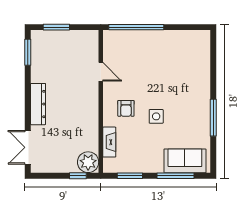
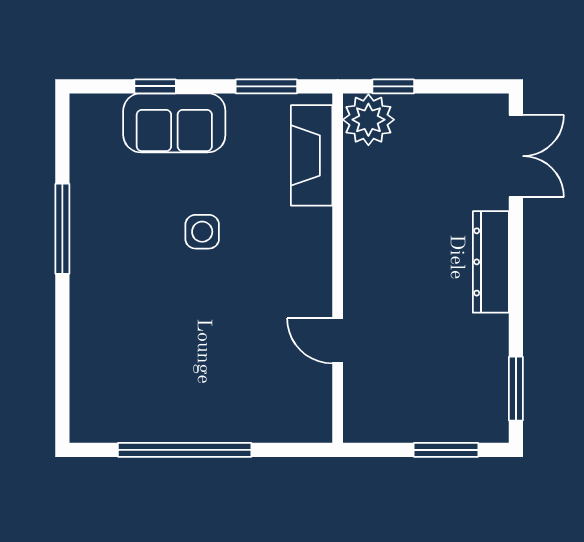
window: (136, 27) -> (185, 450), moved
armchair: (126, 108) -> (276, 251), removed
fireplace: (109, 142) -> (312, 155), width x1.37, depth x1.32
sofa: (185, 161) -> (174, 123), moved
window: (175, 176) -> (155, 86), width x0.46

